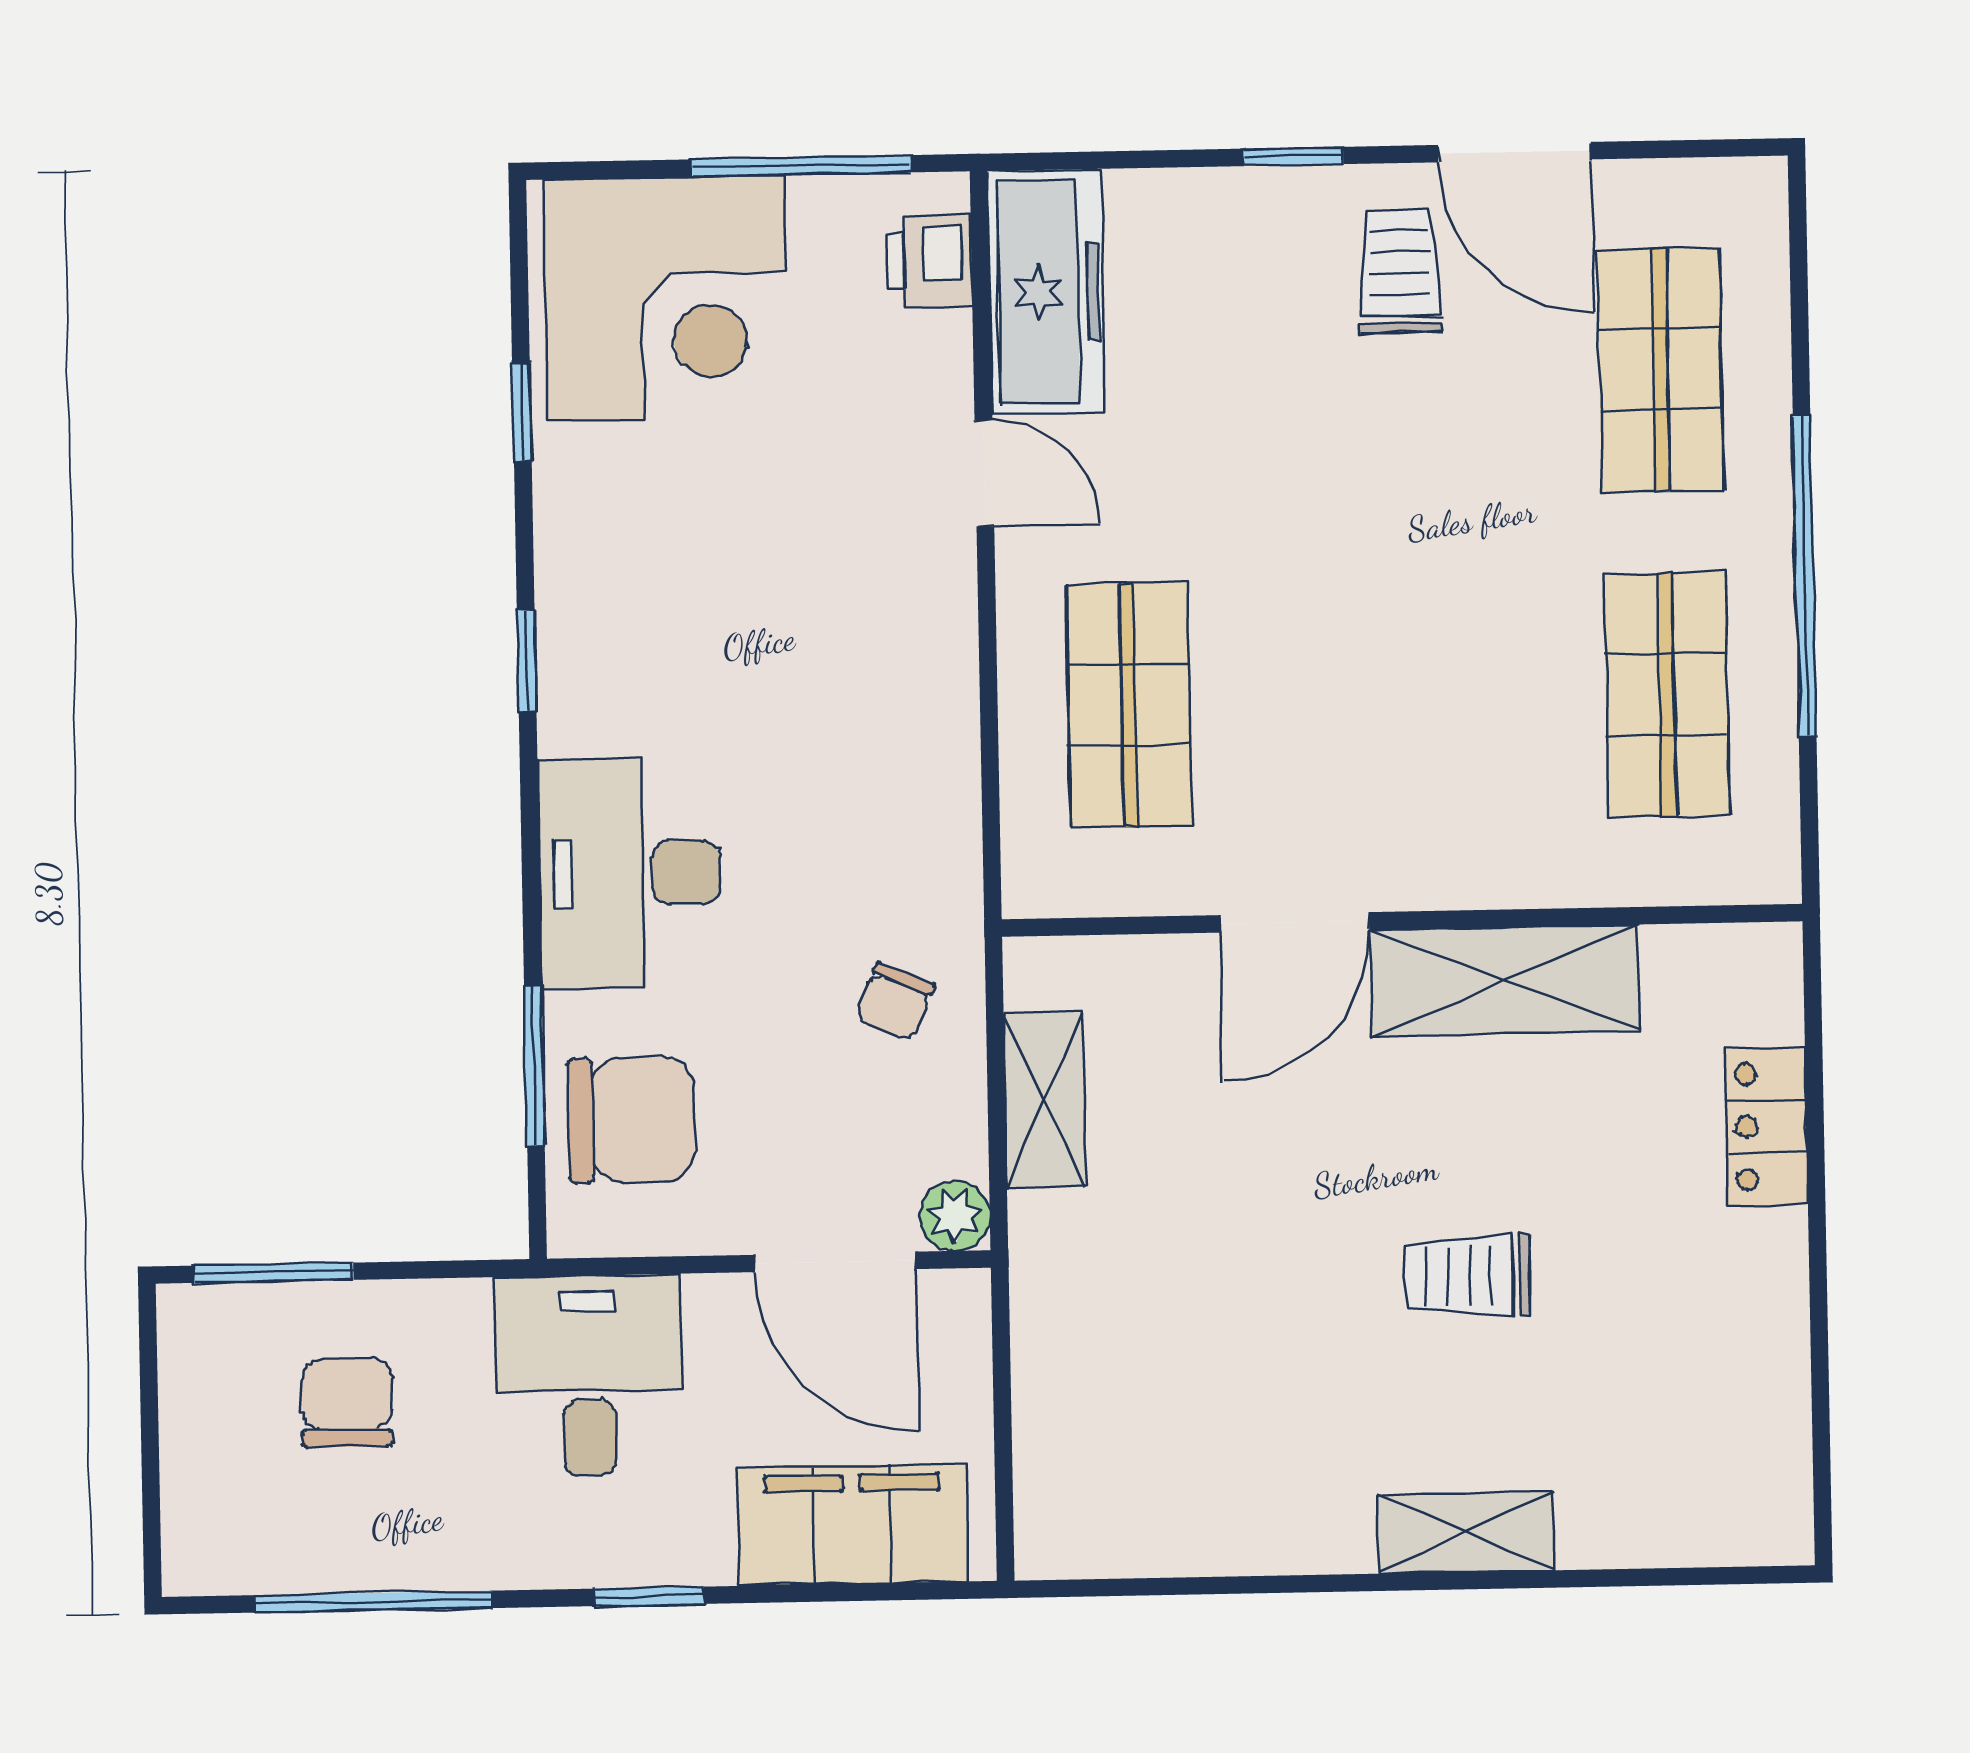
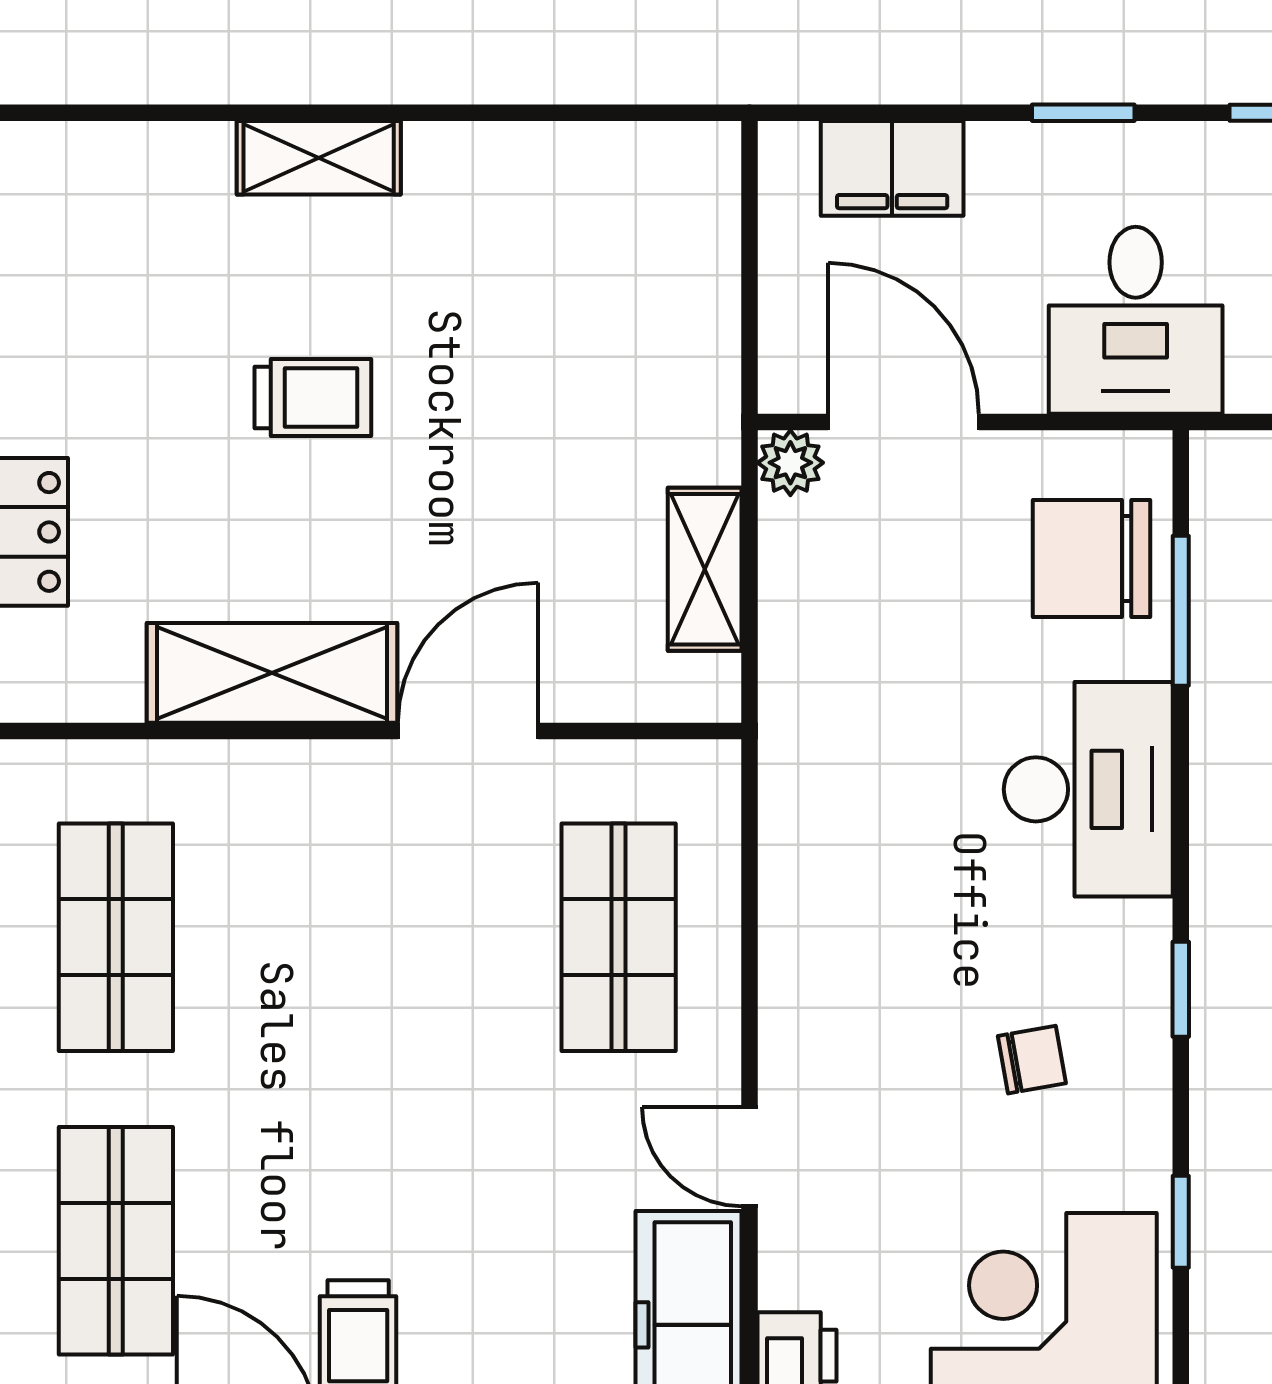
chair: (895, 1002) -> (1032, 1060), moved, turned 57
filing cabinet: (852, 1524) -> (892, 168), width x0.67, depth x0.86

